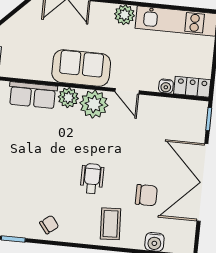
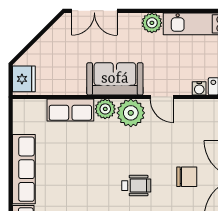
wheelchair: (92, 179) -> (136, 186), turned 90
chair: (146, 195) -> (187, 177), moved

